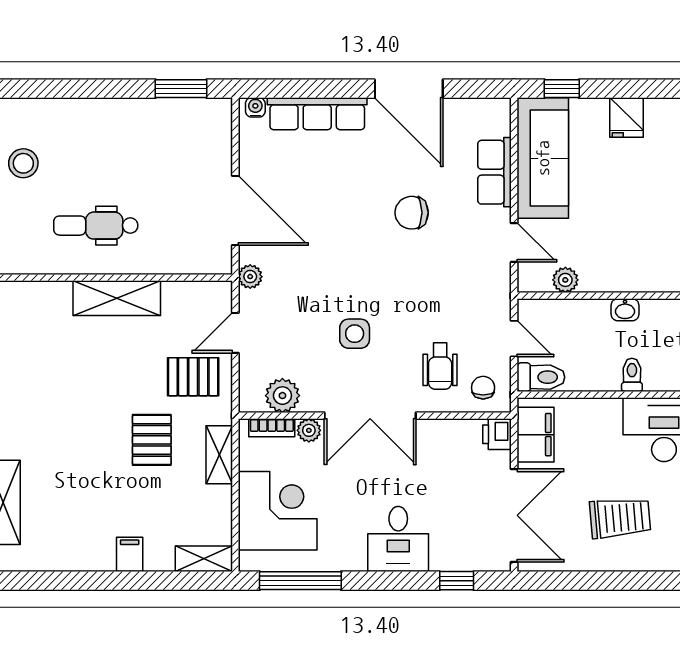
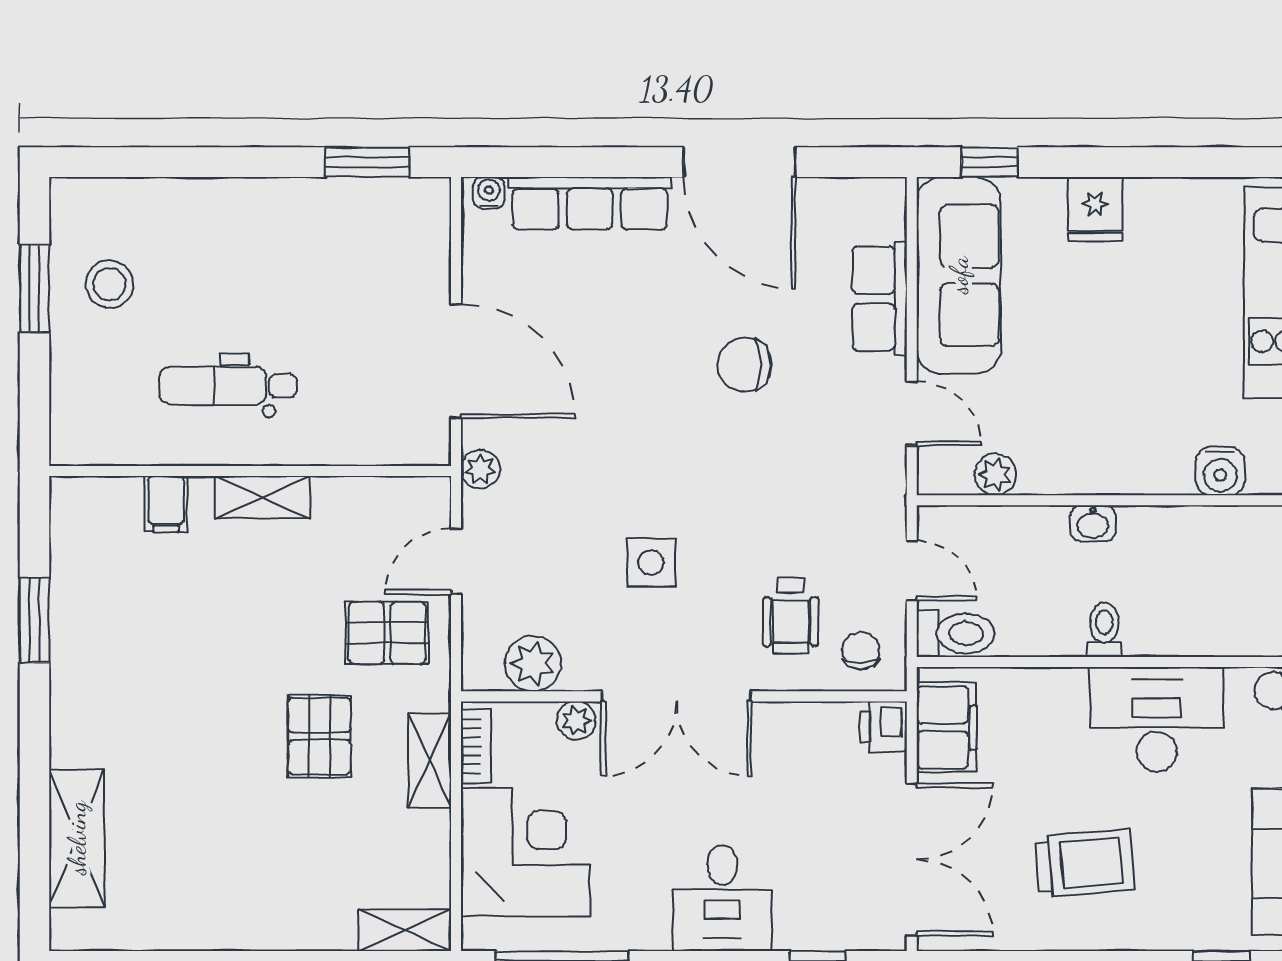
shelving: (117, 298) -> (262, 497), width x0.67, depth x0.75
bookcase: (272, 428) -> (476, 746), moved, turned -90
filing cabinet: (130, 554) -> (166, 504), moved, turned 180

